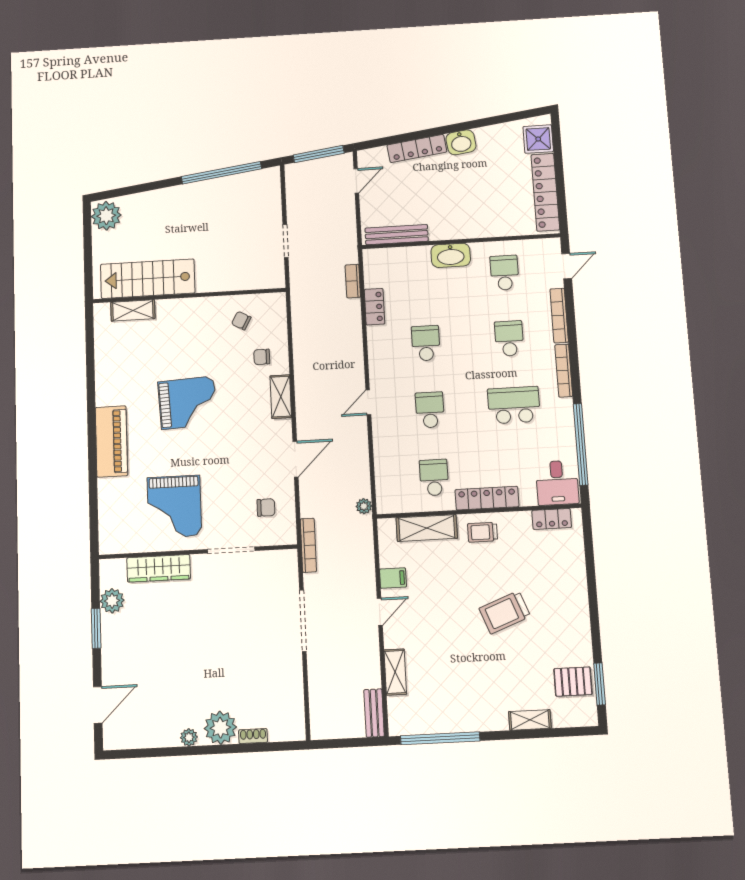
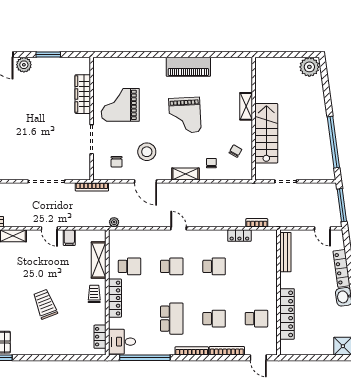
locker: (545, 192) -> (287, 314), moved, turned 90
washbasin: (451, 255) -> (270, 286), removed
stairs: (148, 279) -> (266, 133), moved
shelving: (133, 310) -> (246, 106), moved
piano: (111, 441) -> (188, 67), moved
stool: (248, 460) -> (147, 152), added
plant: (112, 601) -> (24, 65), moved

